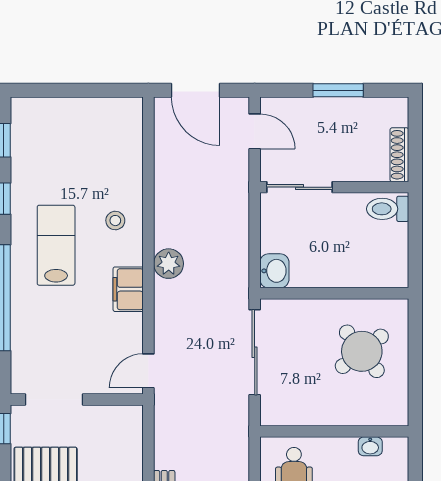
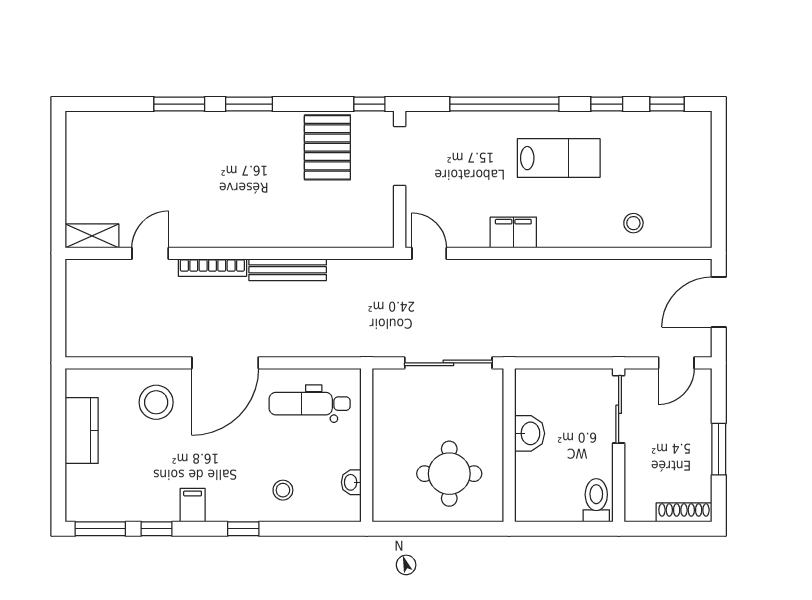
shoe rack: (399, 155) -> (684, 512), moved
stool: (115, 221) -> (633, 223), moved
plant: (169, 264) -> (540, 274), removed
washbasin: (274, 271) -> (530, 433), moved, turned -90
round table: (362, 351) -> (449, 474), turned 38

